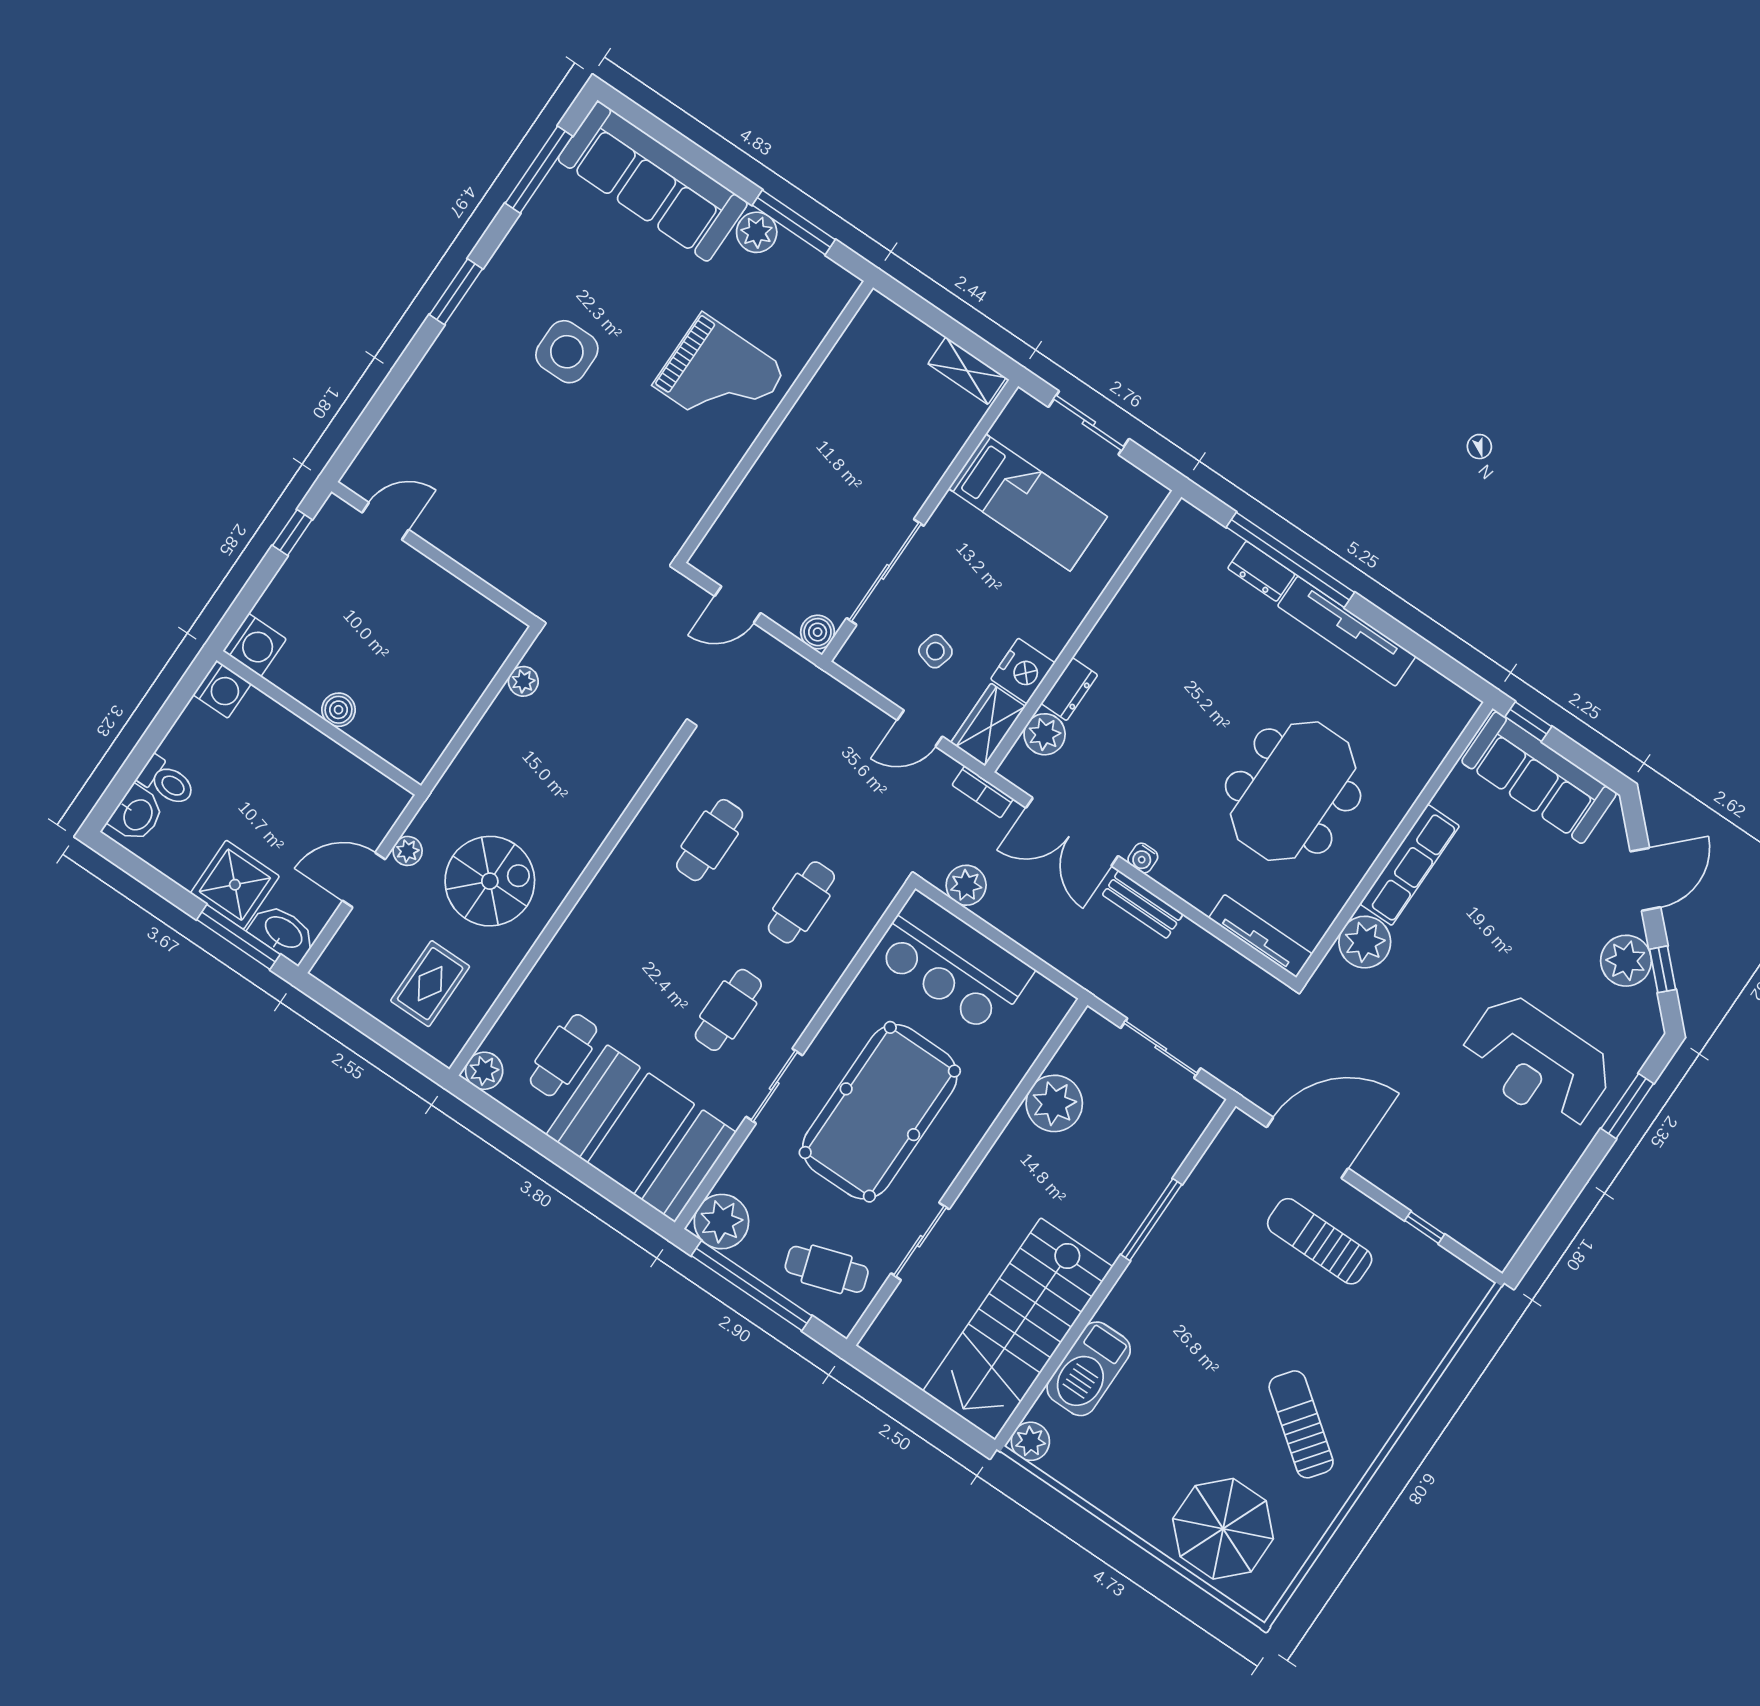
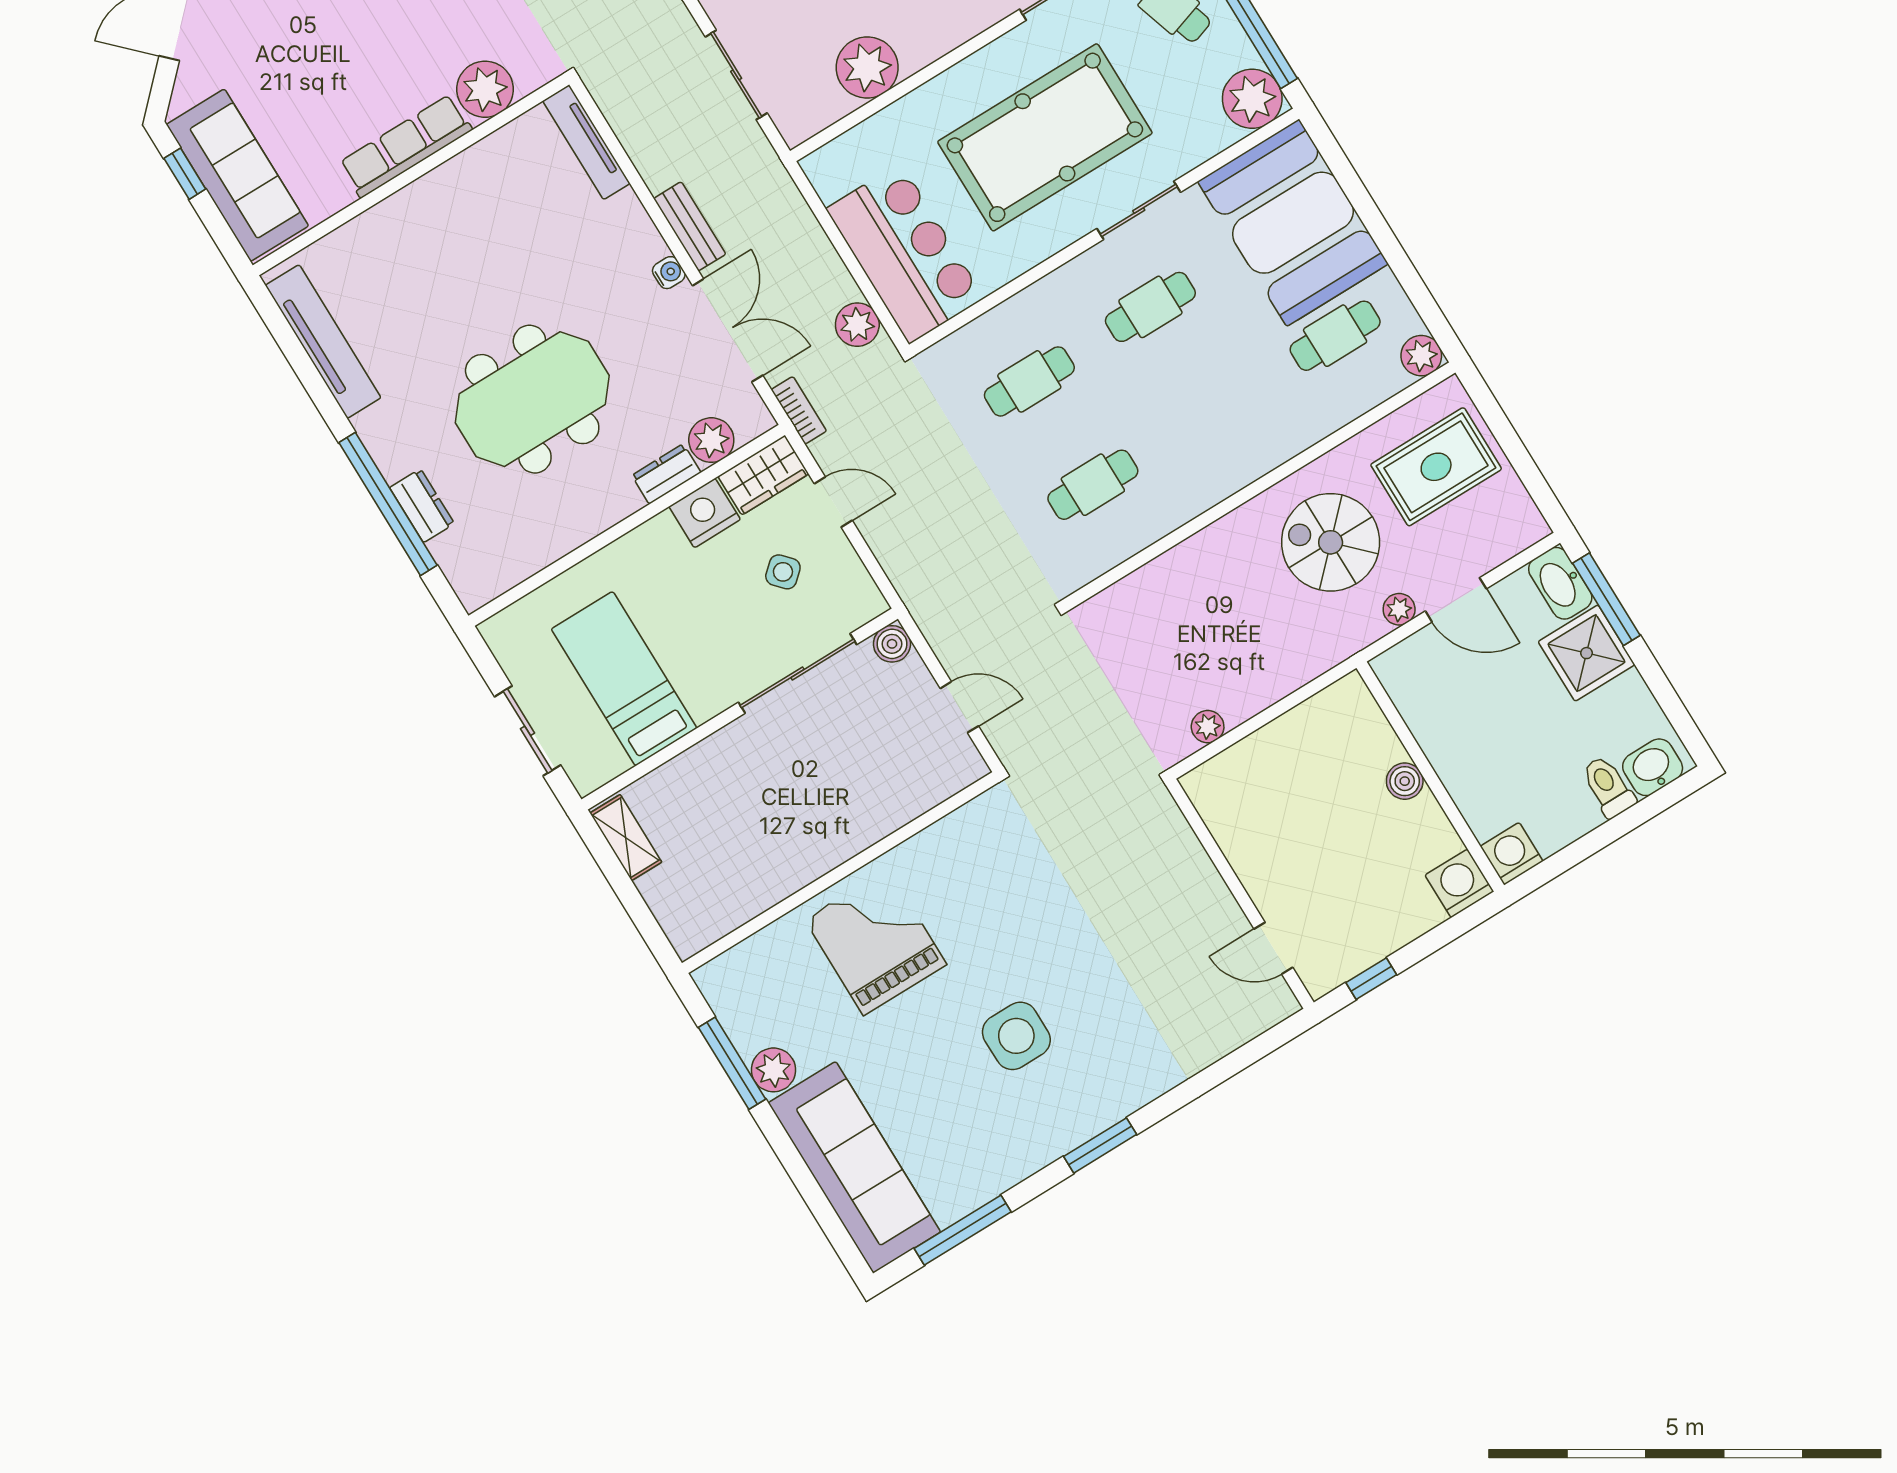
tv unit: (1347, 631) -> (323, 342), moved
side table: (935, 651) -> (783, 572), turned 33
window: (1528, 722) -> (185, 174), moved
meeting table: (1293, 791) -> (532, 399), moved
rug: (430, 984) -> (1436, 467), width x1.36, depth x1.43

